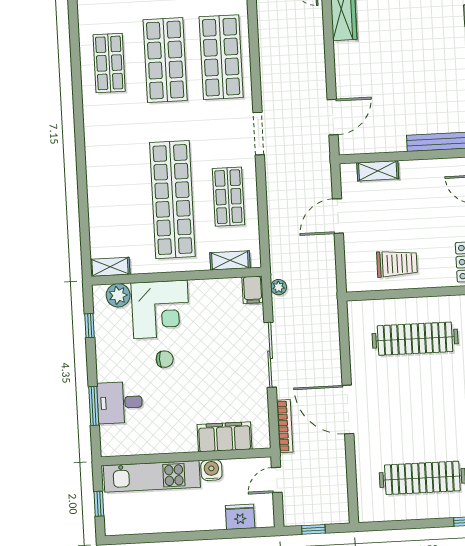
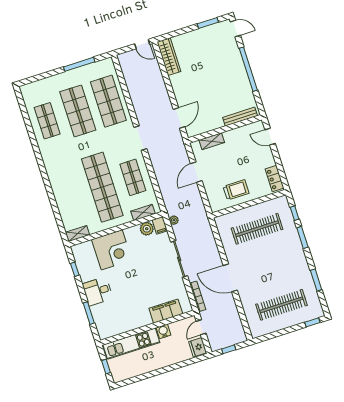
plant: (118, 295) -> (147, 229), moved
chair: (165, 359) -> (121, 277), removed
desk: (120, 403) -> (98, 291), moved
fridge: (240, 517) -> (198, 347), moved, turned -90

